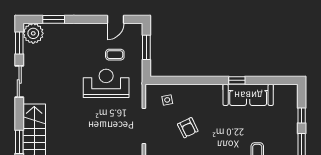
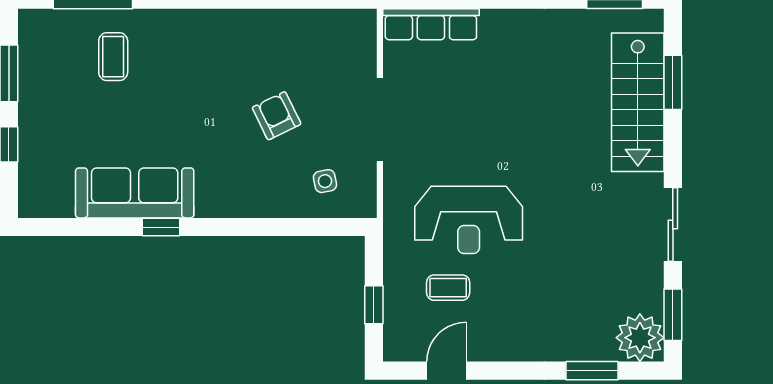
window: (146, 47) -> (374, 305), width x0.67

